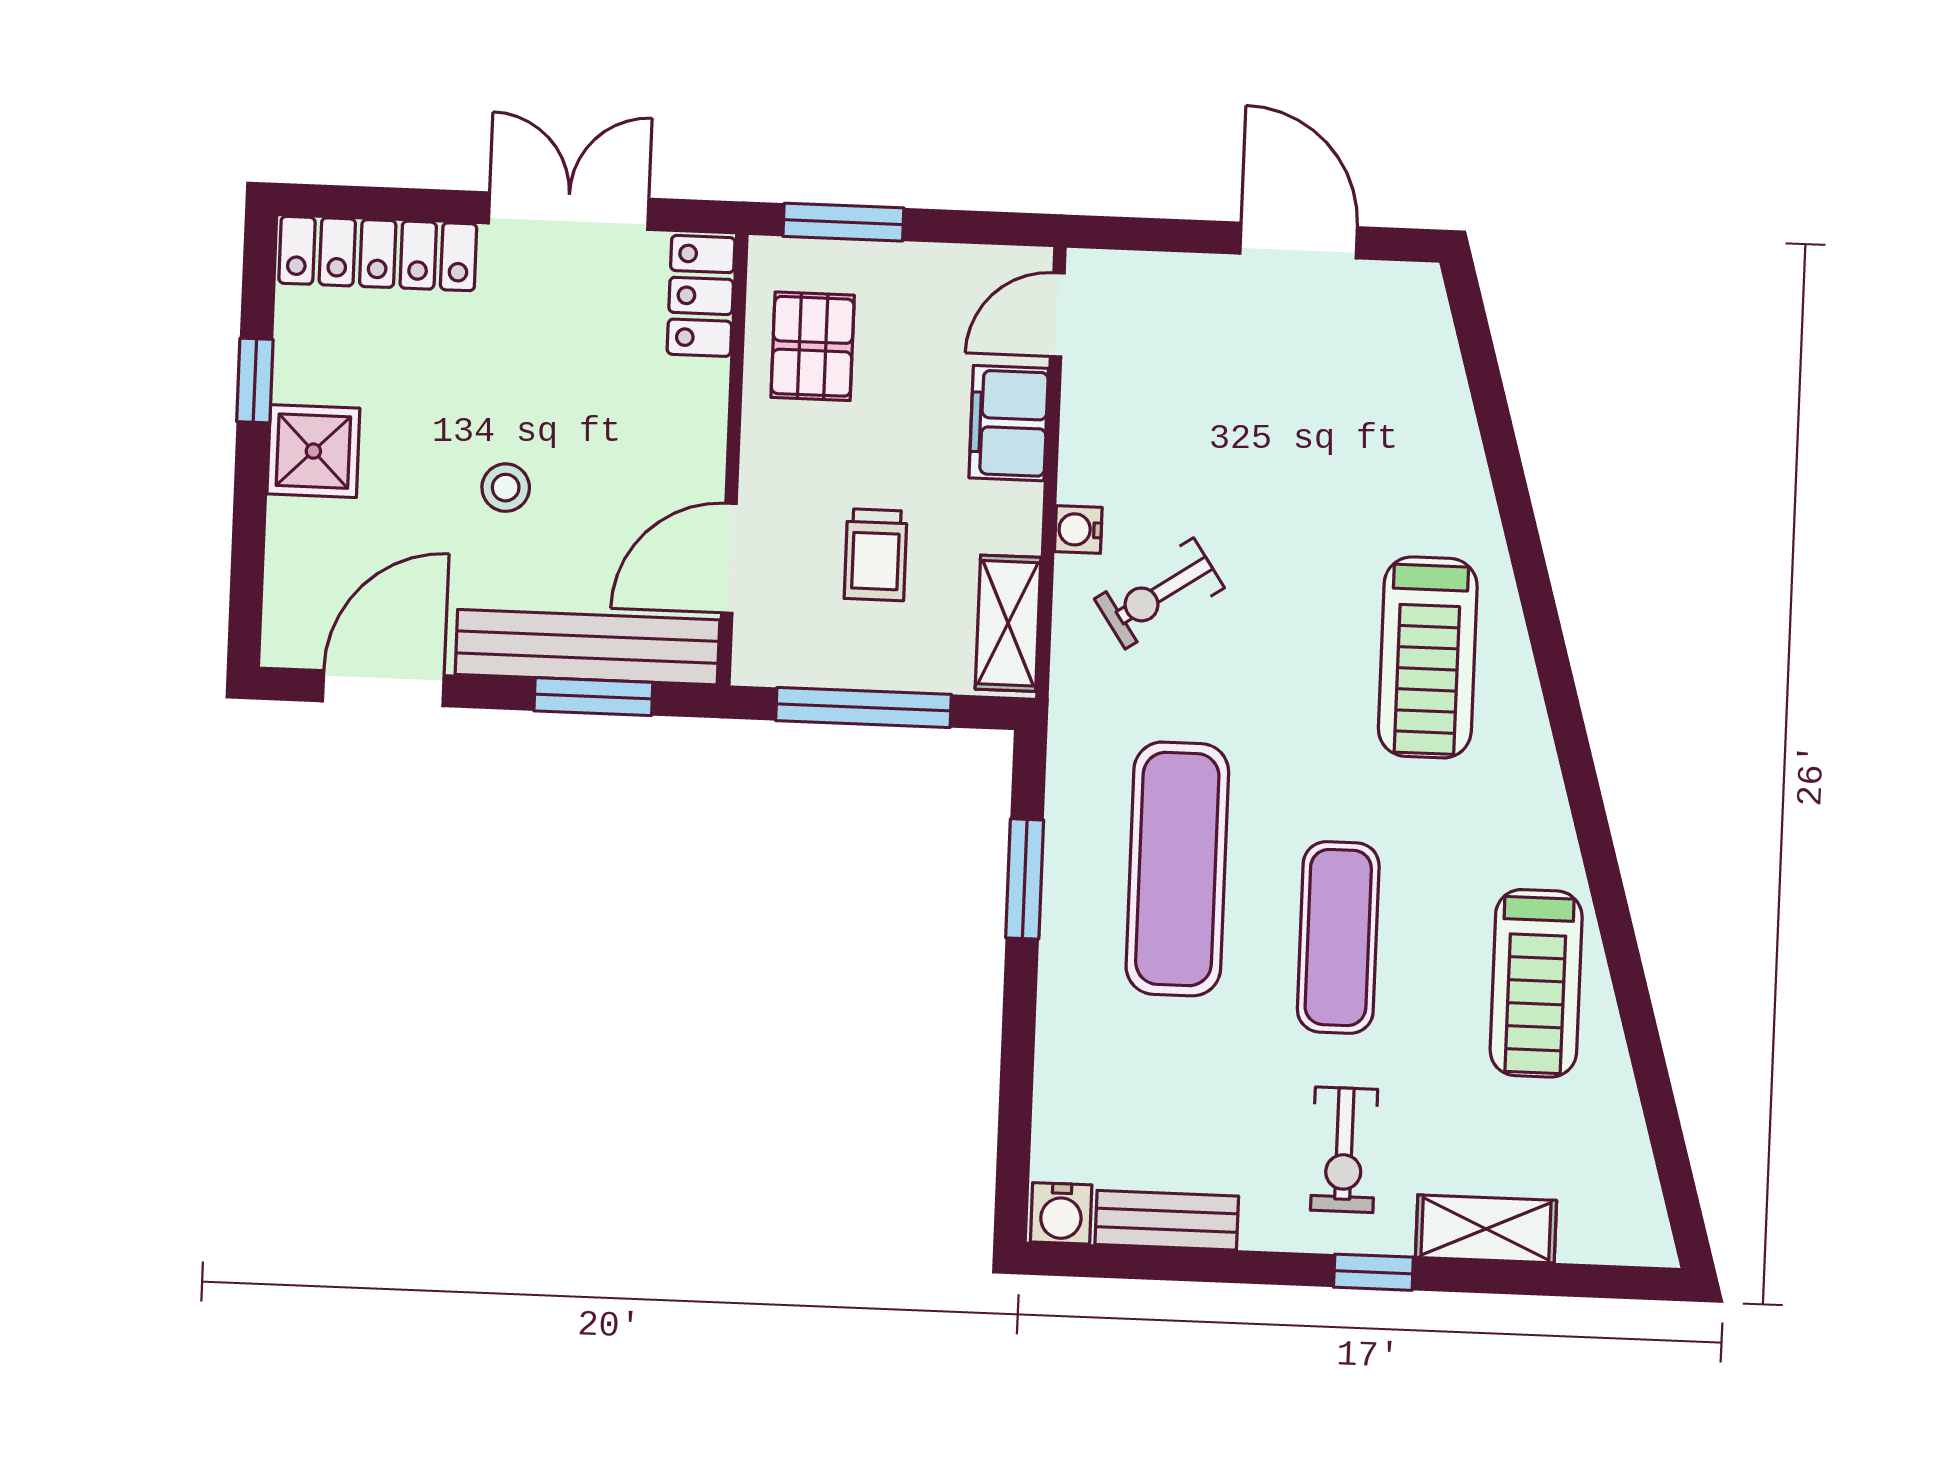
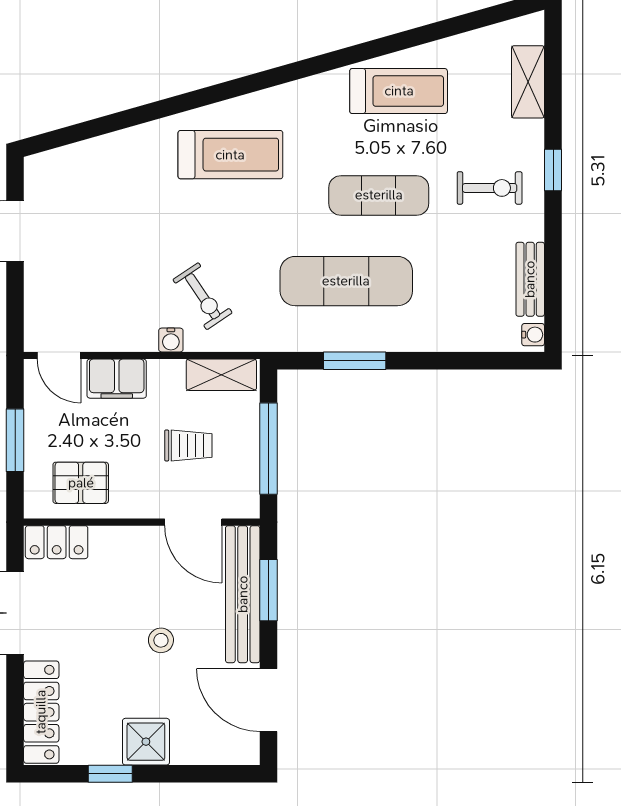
window: (843, 222) -> (15, 440), moved
water cooler: (1061, 1213) -> (533, 335), width x0.72, depth x0.72
shelving: (1486, 1229) -> (528, 82), moved

